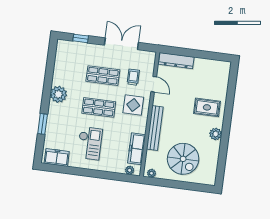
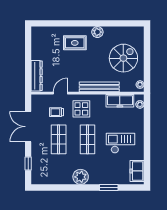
rug: (207, 107) -> (75, 43), turned 90

